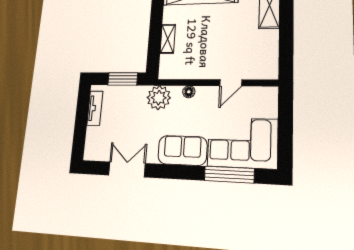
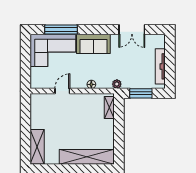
shelving: (168, 39) -> (109, 107), moved
plant: (159, 98) -> (117, 84), width x0.53, depth x0.53
tv unit: (95, 108) -> (160, 66), width x1.41

